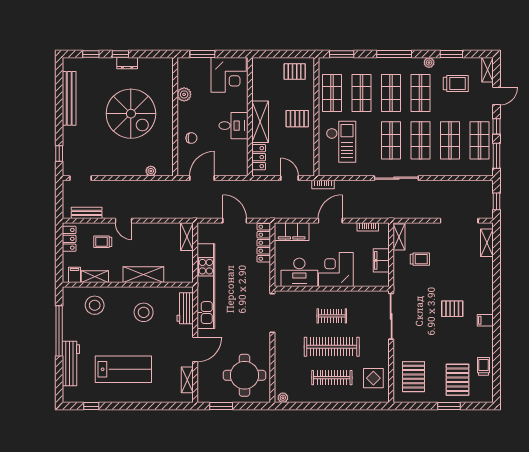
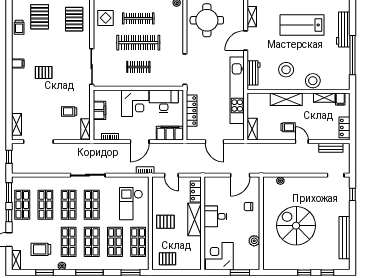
dresser: (127, 63) -> (299, 265), removed
trolley: (103, 242) -> (288, 127), moved
locker: (264, 243) -> (192, 111), moved
stool: (95, 305) -> (313, 81), moved

